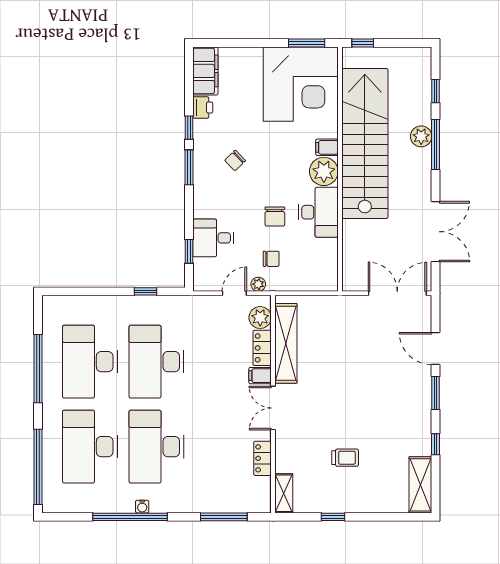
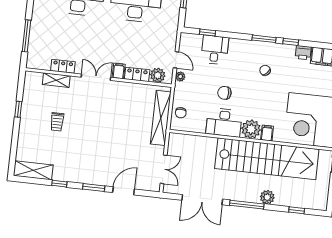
window: (436, 145) -> (247, 205), moved
chair: (271, 259) -> (181, 113), moved
double door: (397, 293) -> (164, 169), width x0.73
shelving: (286, 343) -> (161, 118), moved, turned 90
shelving: (284, 493) -> (56, 80), moved

